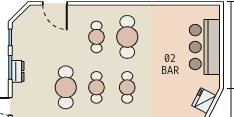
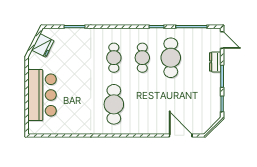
cafe table: (96, 37) -> (142, 104), removed
dresser: (18, 71) -> (215, 62), moved

